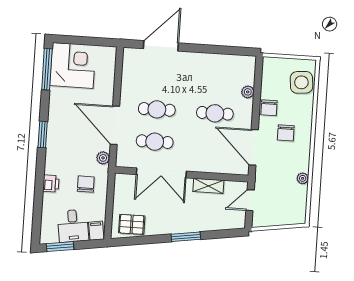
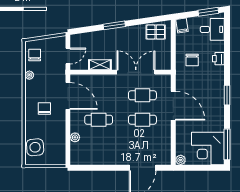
chair: (269, 108) -> (35, 55), moved
plant: (103, 158) -> (181, 160), moved
desk: (73, 226) -> (212, 29), moved, turned 98

